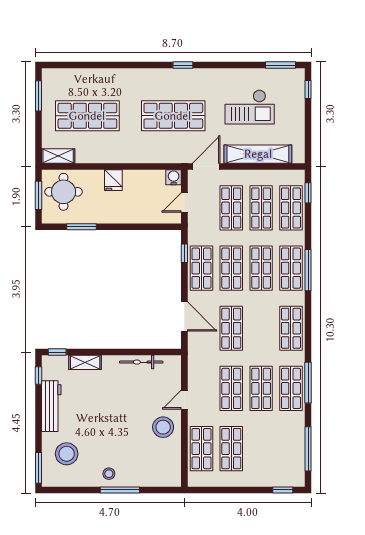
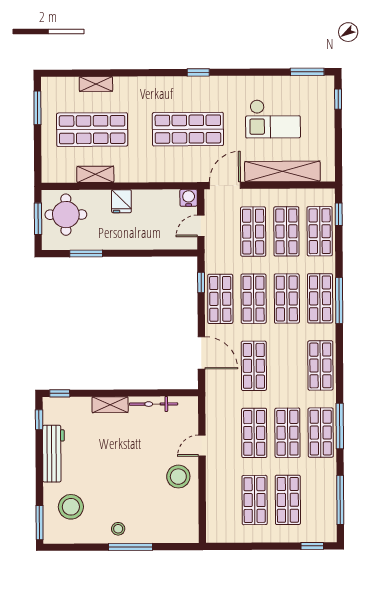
shelving: (91, 75) -> (96, 84), added
shelving: (58, 156) -> (95, 174), moved
shelving: (85, 362) -> (110, 405), moved
shop shelf: (202, 449) -> (288, 500), moved

